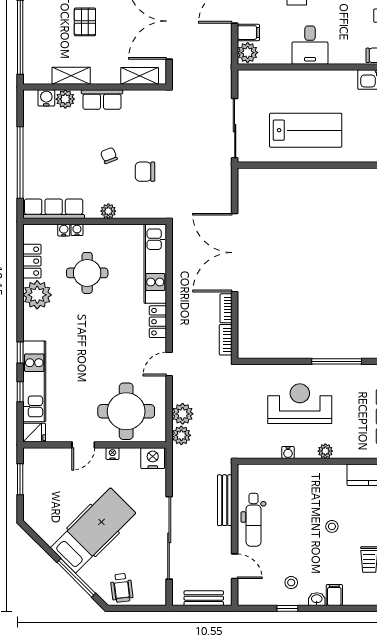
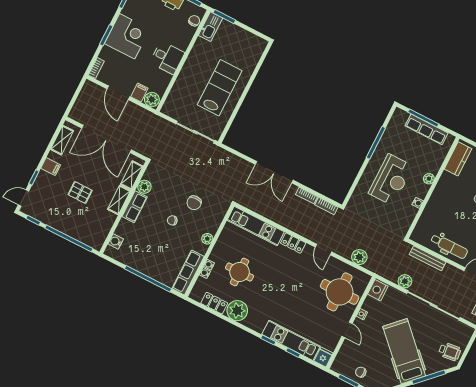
shelving: (71, 76) -> (119, 200), moved
plant: (65, 99) -> (144, 187), moved
double door: (235, 253) -> (274, 172), width x0.73
reception desk: (300, 404) -> (391, 180), turned 180
plant: (181, 435) -> (405, 281), moved
chair: (39, 489) -> (361, 372), added

